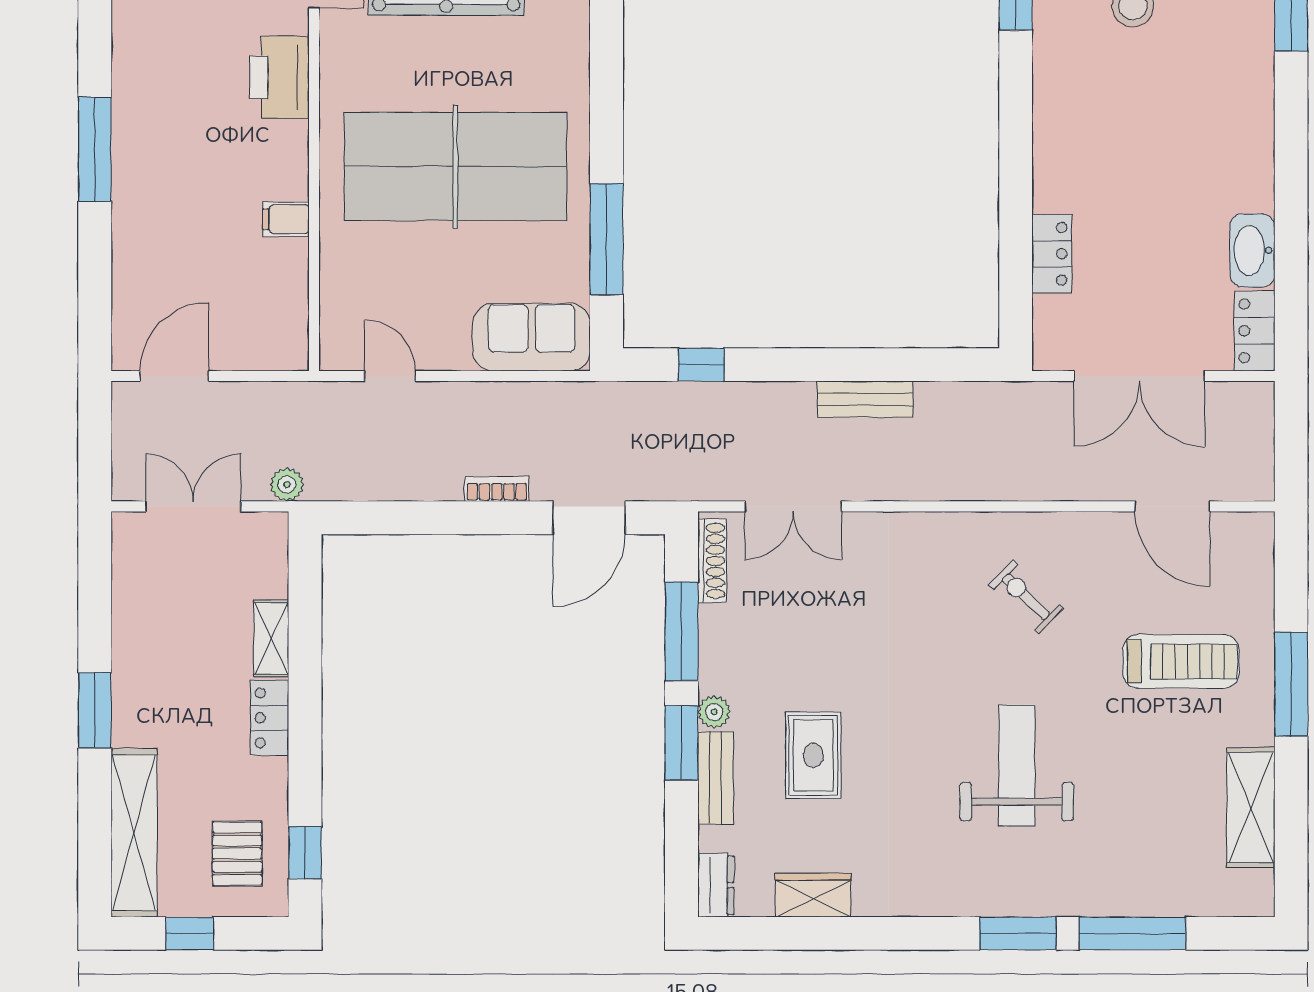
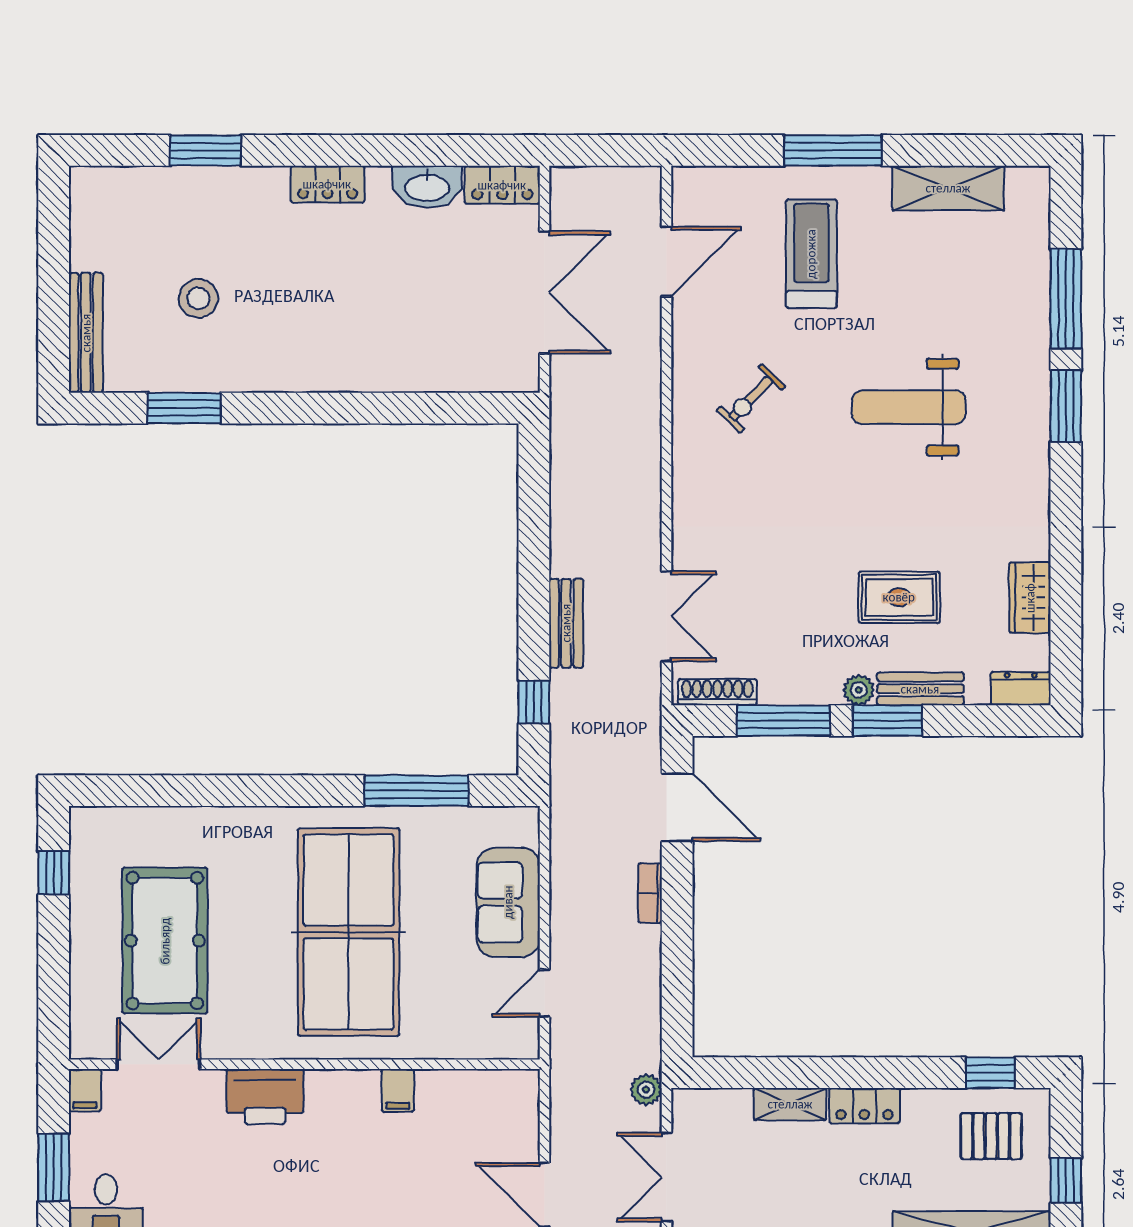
locker: (1052, 254) -> (327, 184), moved, turned 180
sofa: (532, 337) -> (508, 902), moved
bench: (865, 399) -> (566, 623), moved

